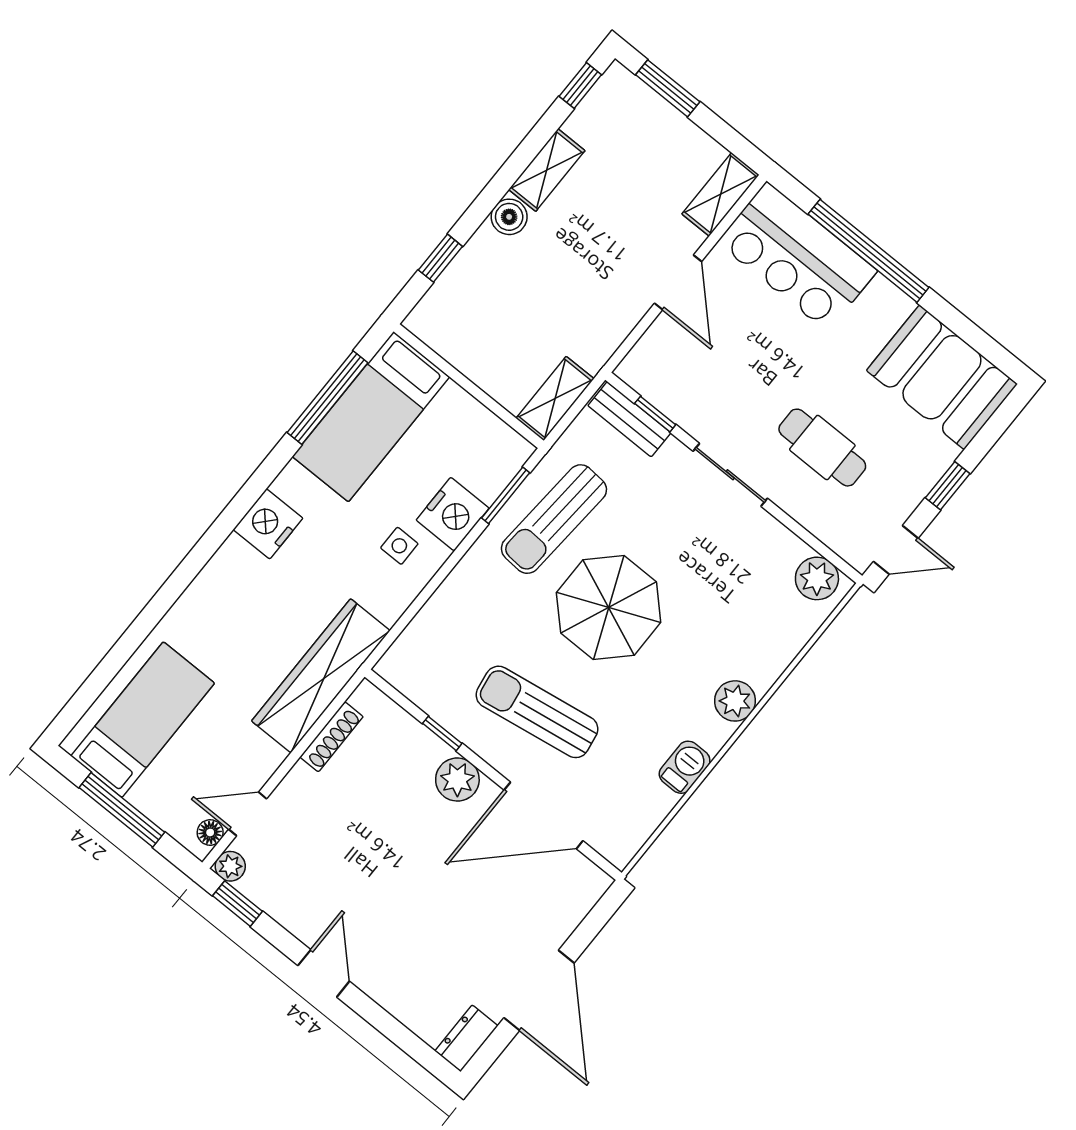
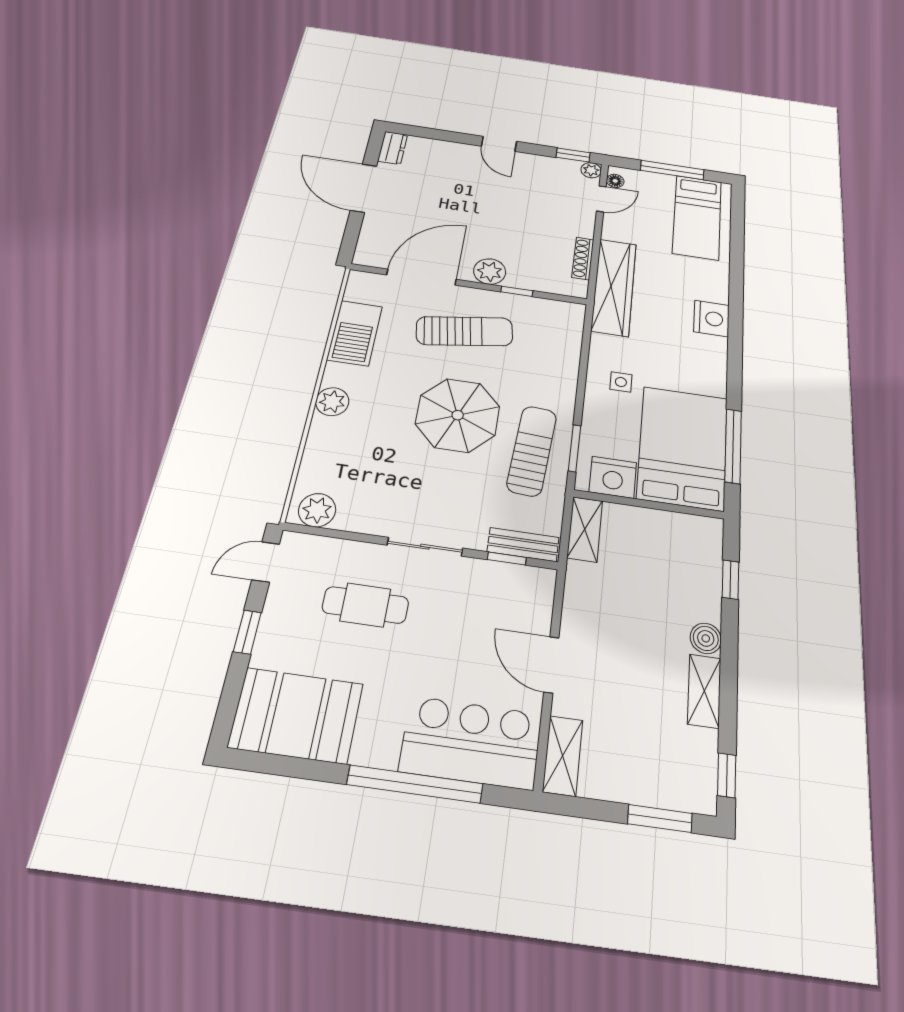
bed: (371, 417) -> (683, 447), width x1.50
nightstand: (453, 514) -> (613, 477), moved, turned -90
nightstand: (268, 524) -> (711, 318), moved
barbecue: (685, 767) -> (355, 333), width x1.88, depth x1.53

